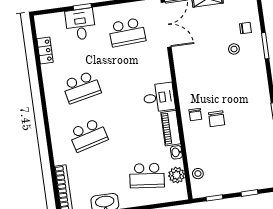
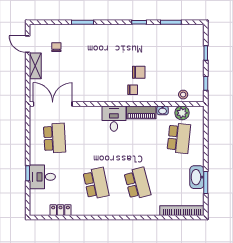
chair: (245, 28) -> (56, 47), moved
stool: (234, 49) -> (81, 49), removed

